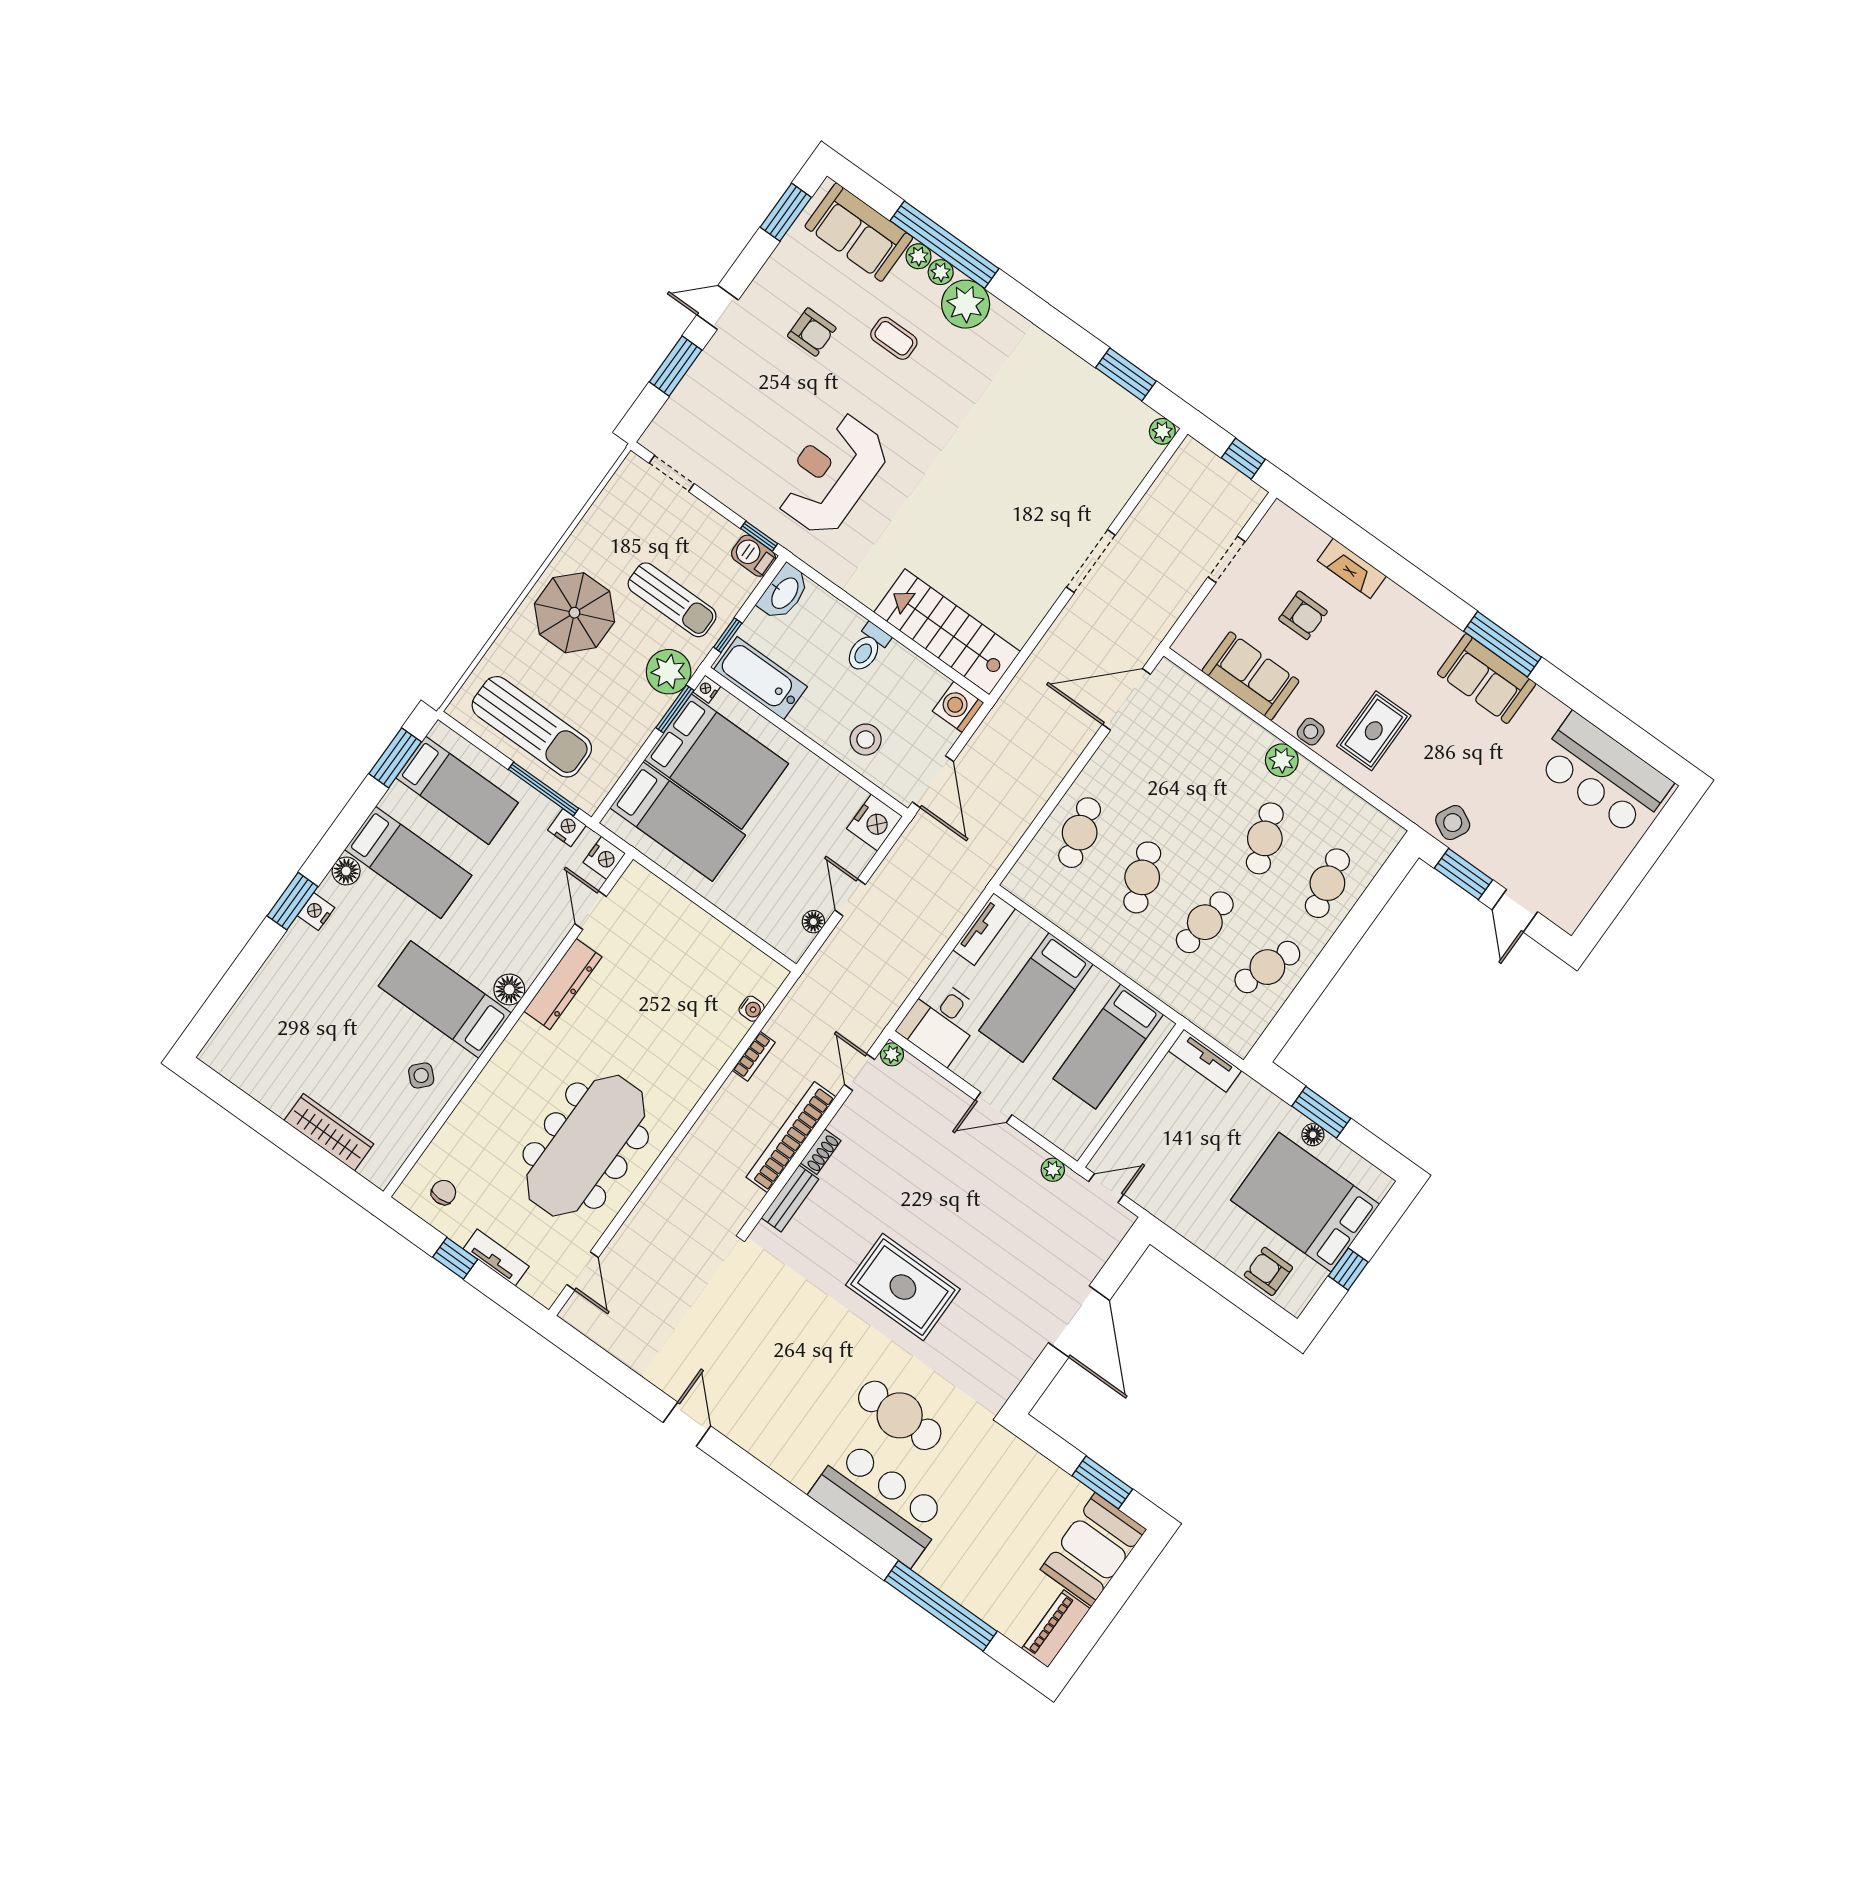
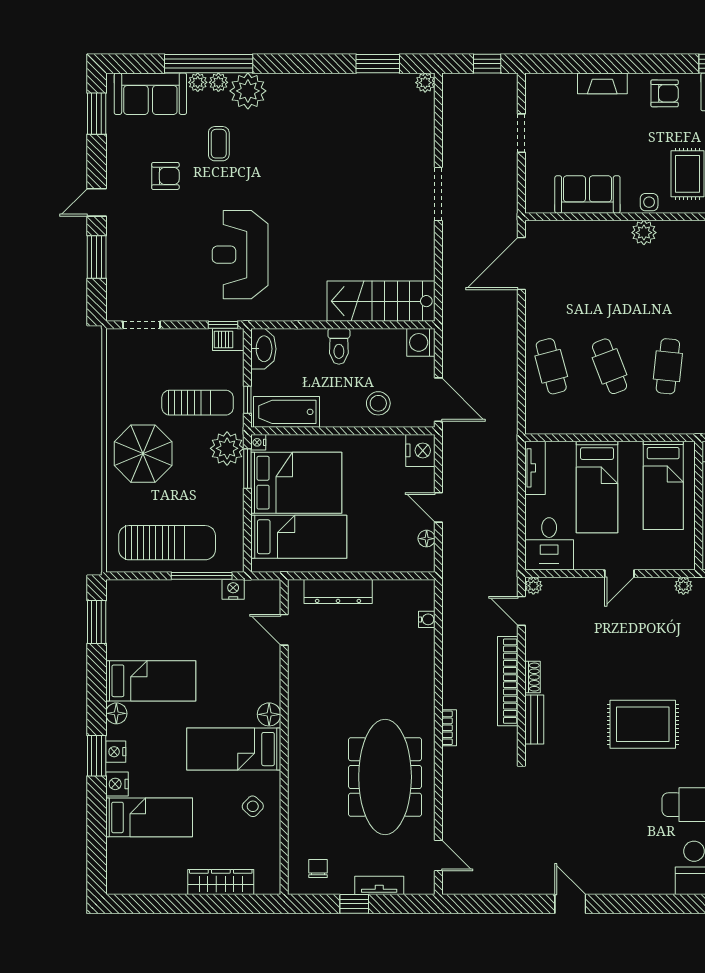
coffee table: (894, 338) -> (219, 144), turned 90
armchair: (1303, 615) -> (665, 93), moved
bed: (457, 790) -> (149, 817), moved
cafe table: (1265, 838) -> (668, 288), removed
nightstand: (604, 858) -> (117, 784), moved, turned 180
dresser: (563, 984) -> (338, 591), moved, turned 90
bookcase: (754, 1056) -> (449, 728), moved

